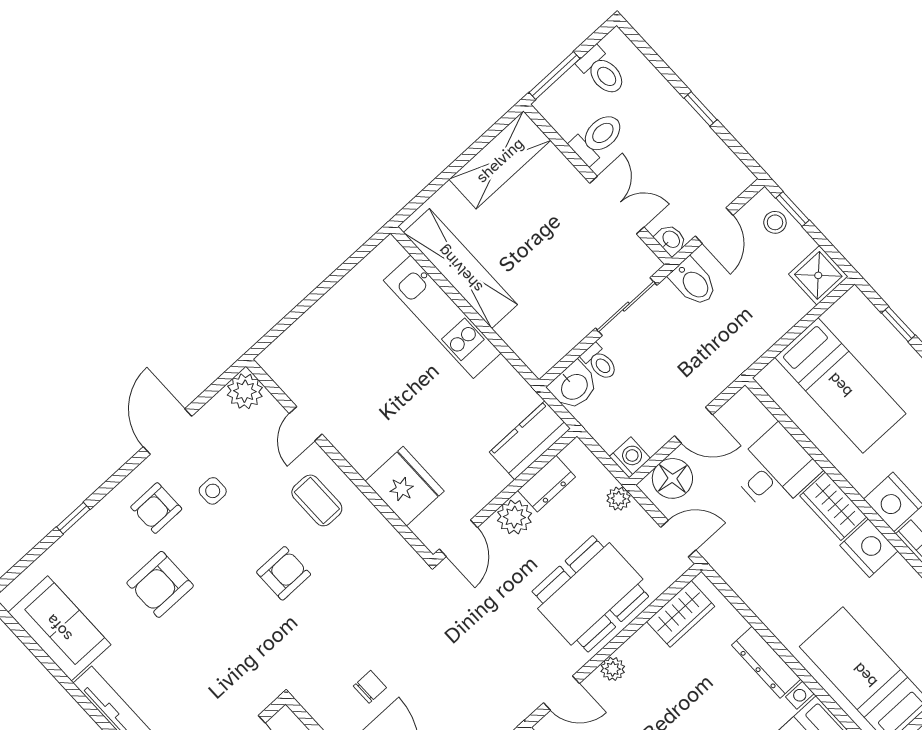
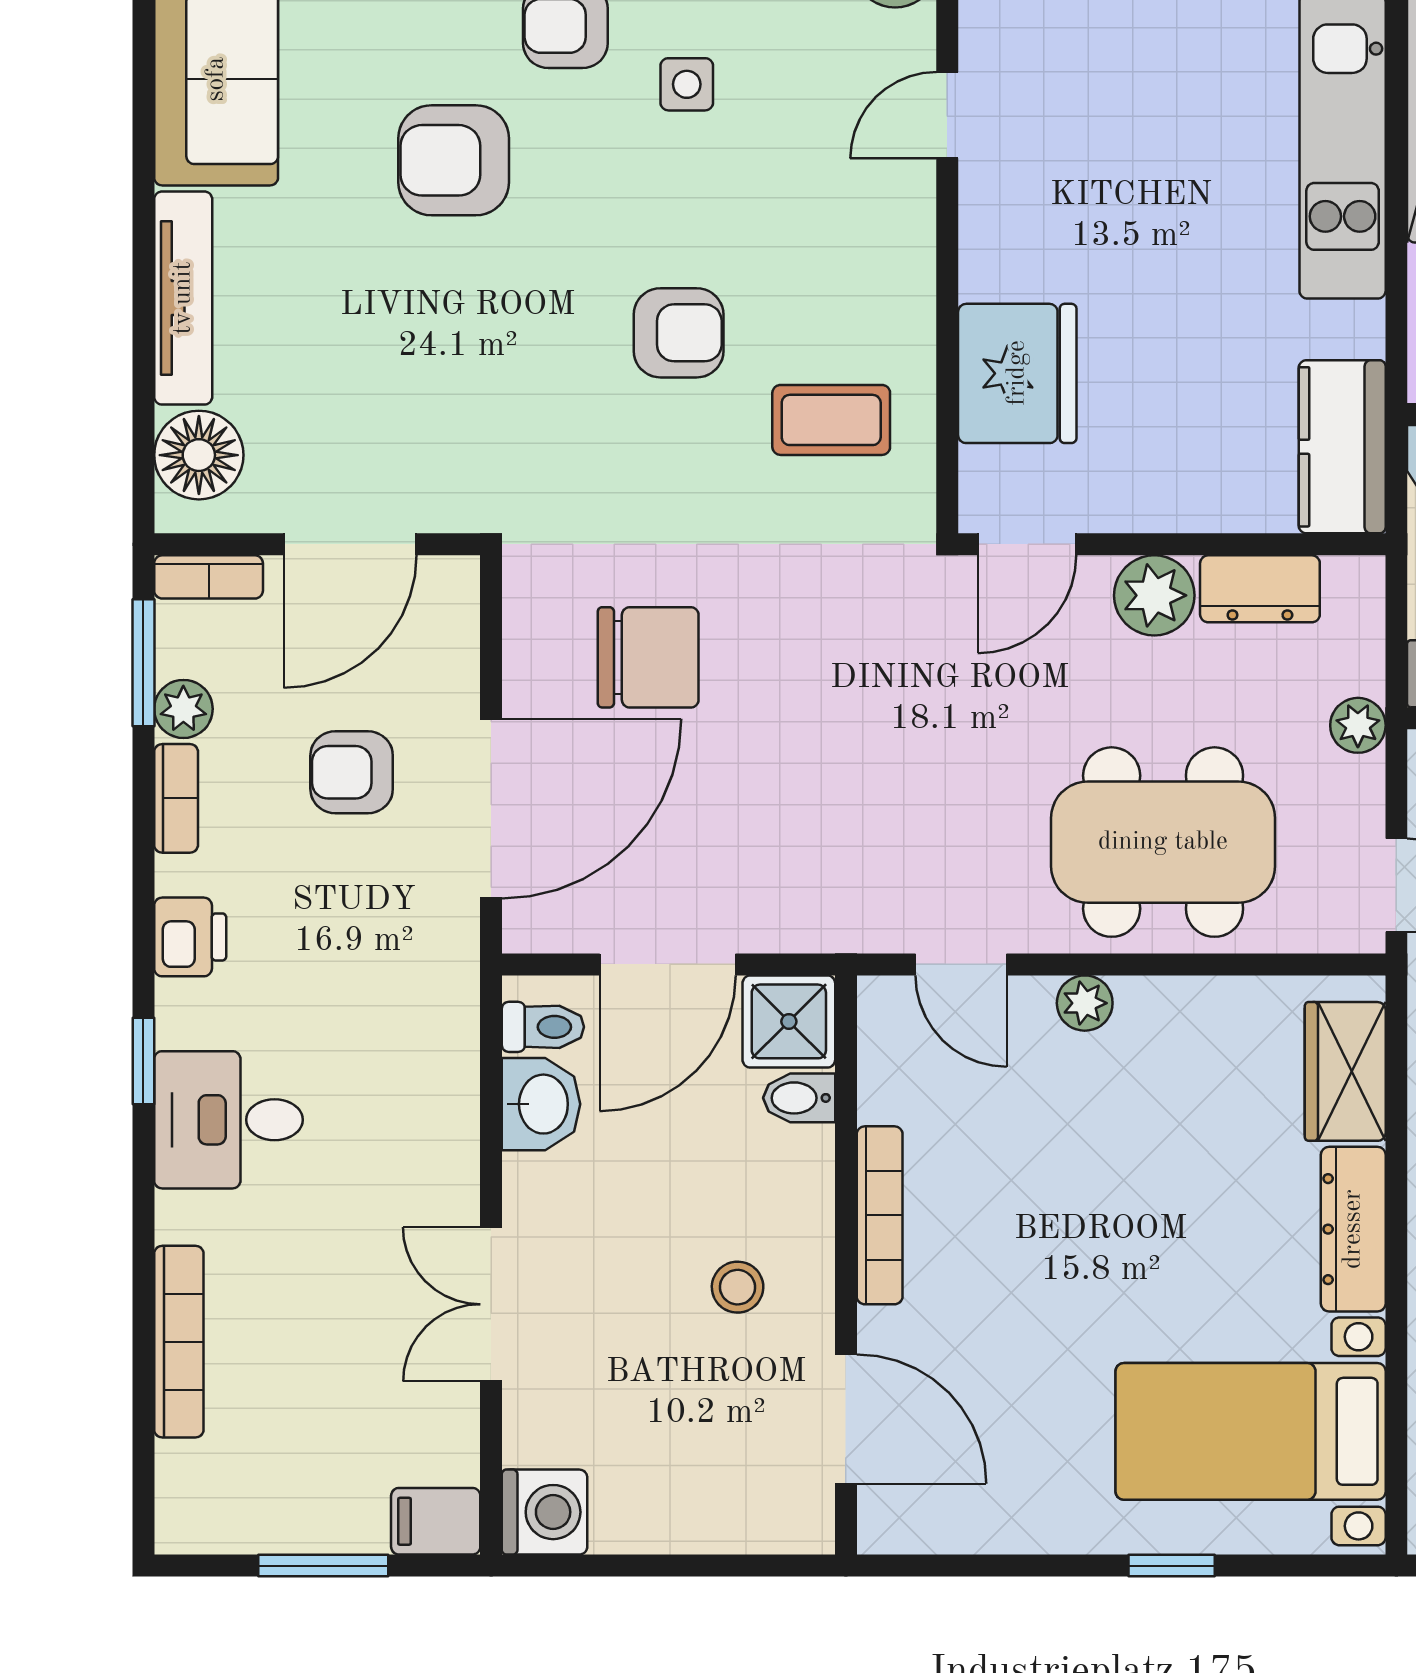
kitchen counter: (530, 440) -> (1342, 447), moved, turned -90
coffee table: (317, 500) -> (831, 420), moved, turned 90
wardrobe: (681, 614) -> (1345, 1071), moved, turned 90
chair: (370, 687) -> (648, 657), width x1.87, depth x1.87

